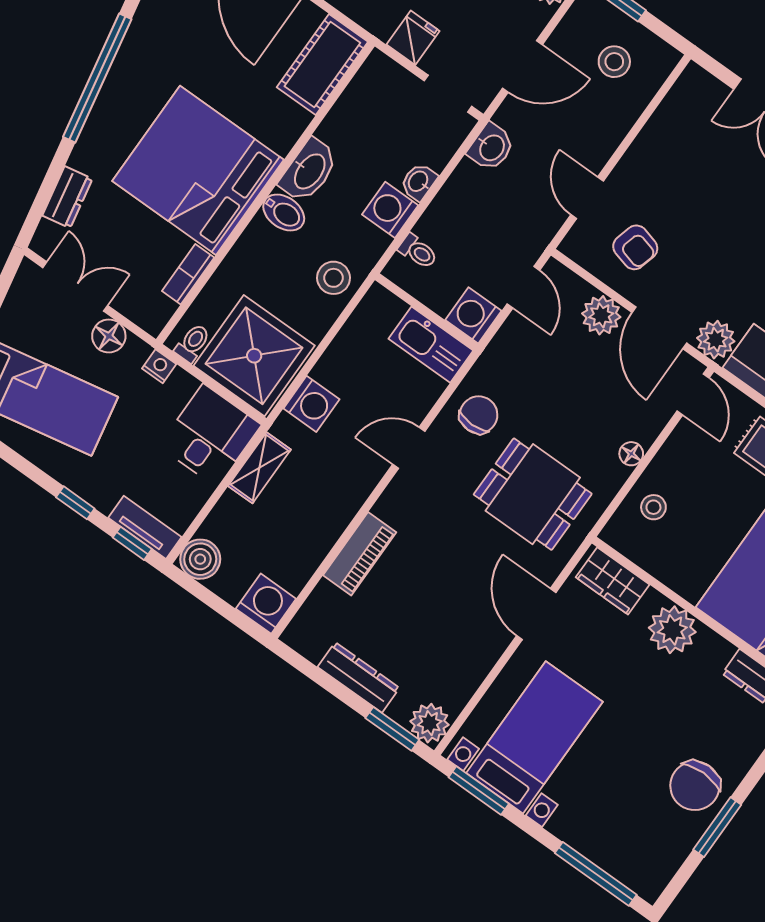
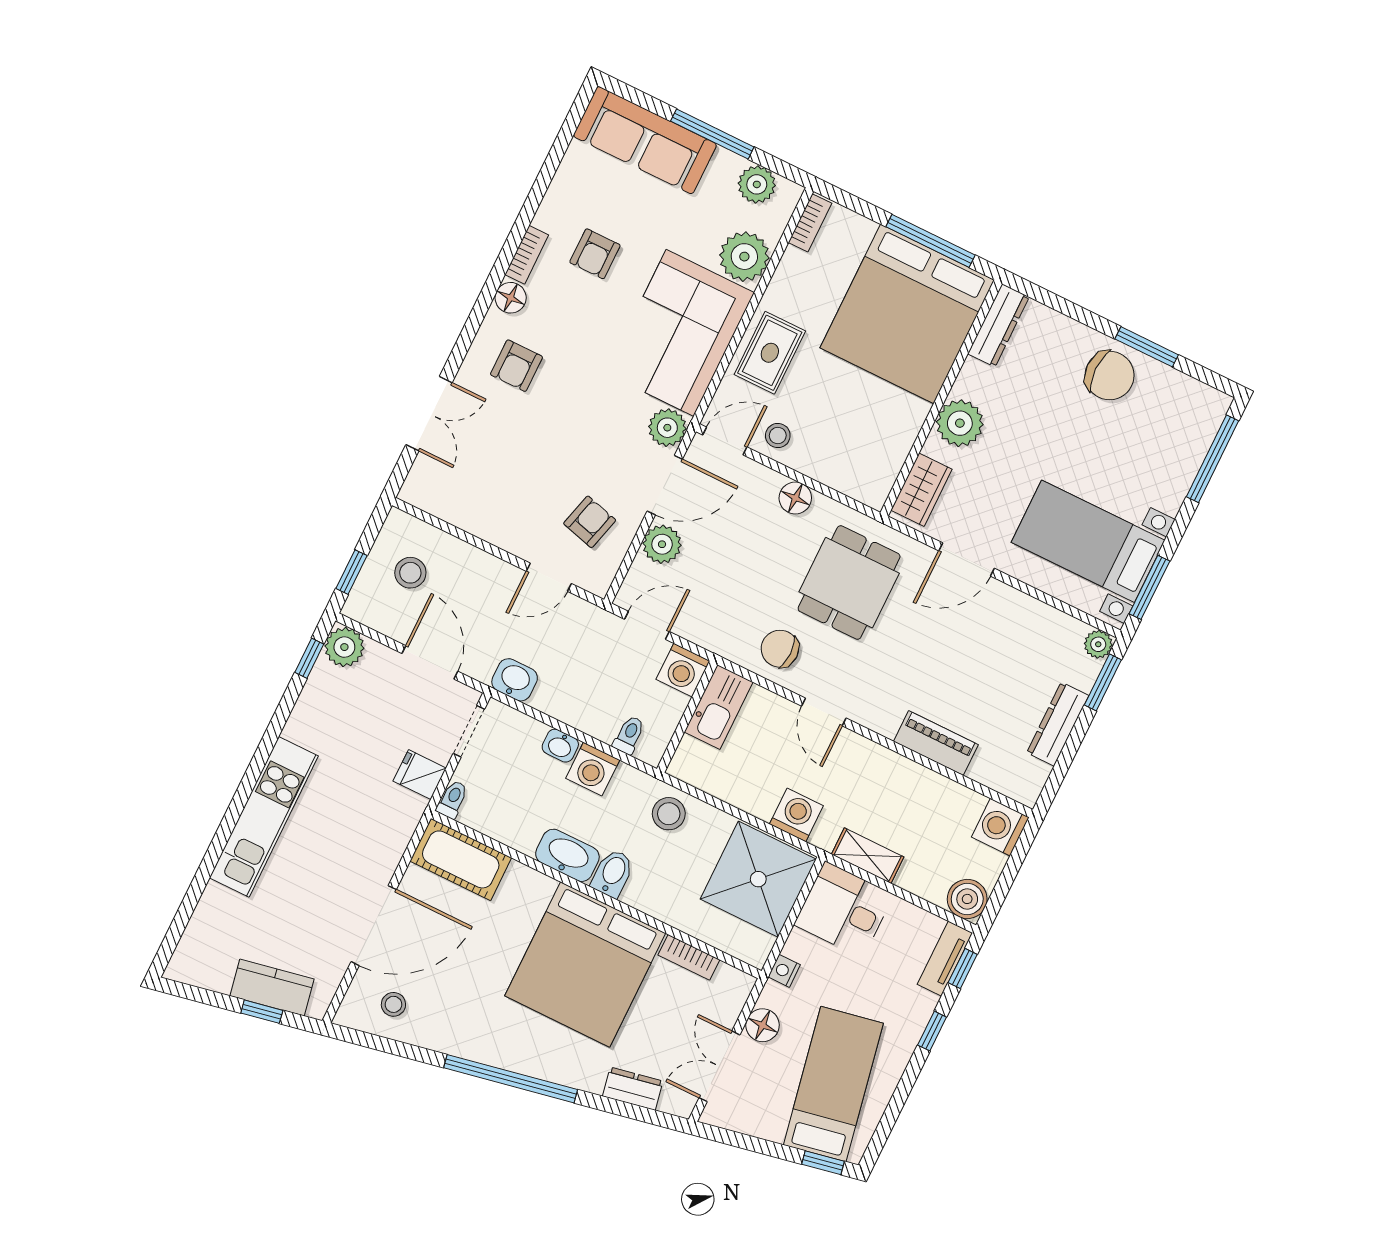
toilet: (193, 343) -> (452, 799), moved, turned 90
floor lamp: (631, 454) -> (795, 498), width x1.37, depth x1.37
stool: (653, 507) -> (778, 436), moved
plant: (430, 723) -> (1098, 644), width x0.73, depth x0.73

